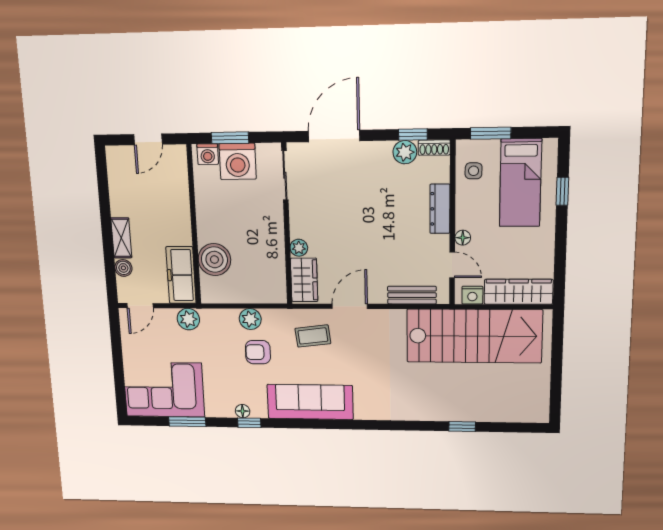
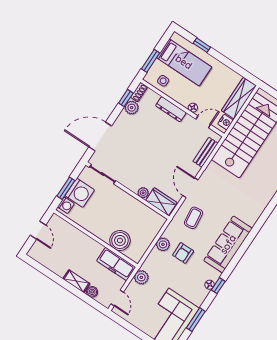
door: (334, 136) -> (100, 136), hinge flipped

